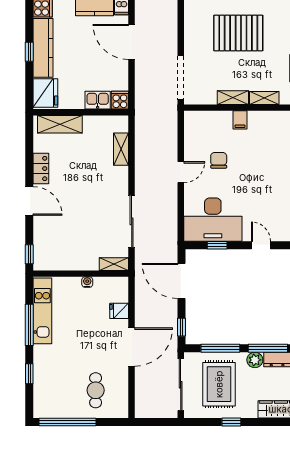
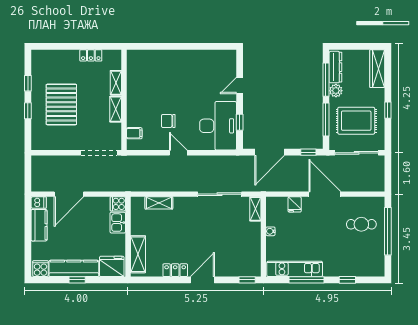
filing cabinet: (240, 120) -> (134, 133), moved
window: (67, 422) -> (388, 231), moved

